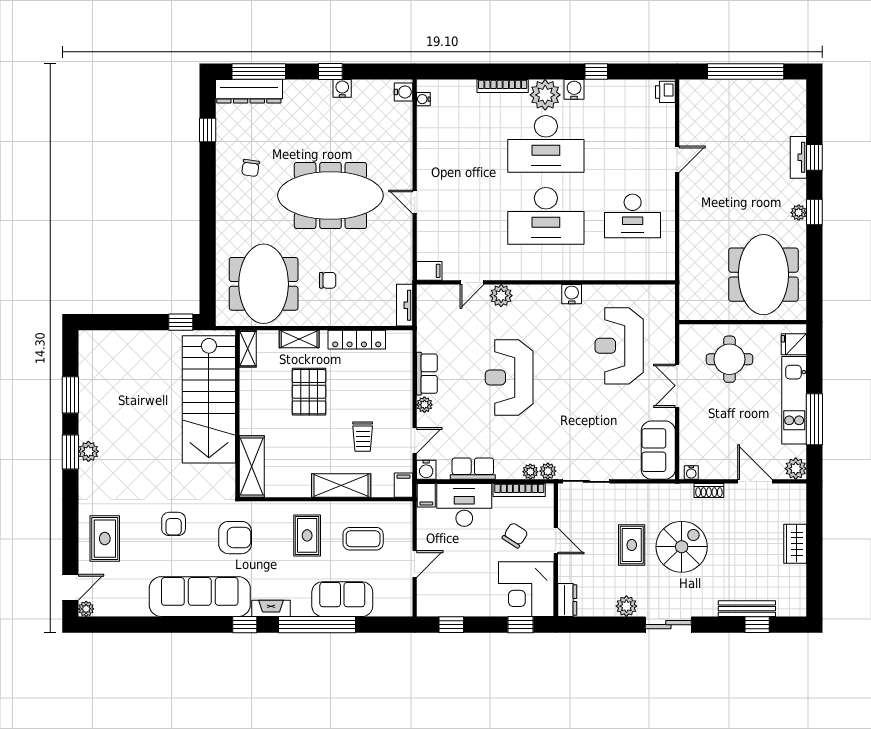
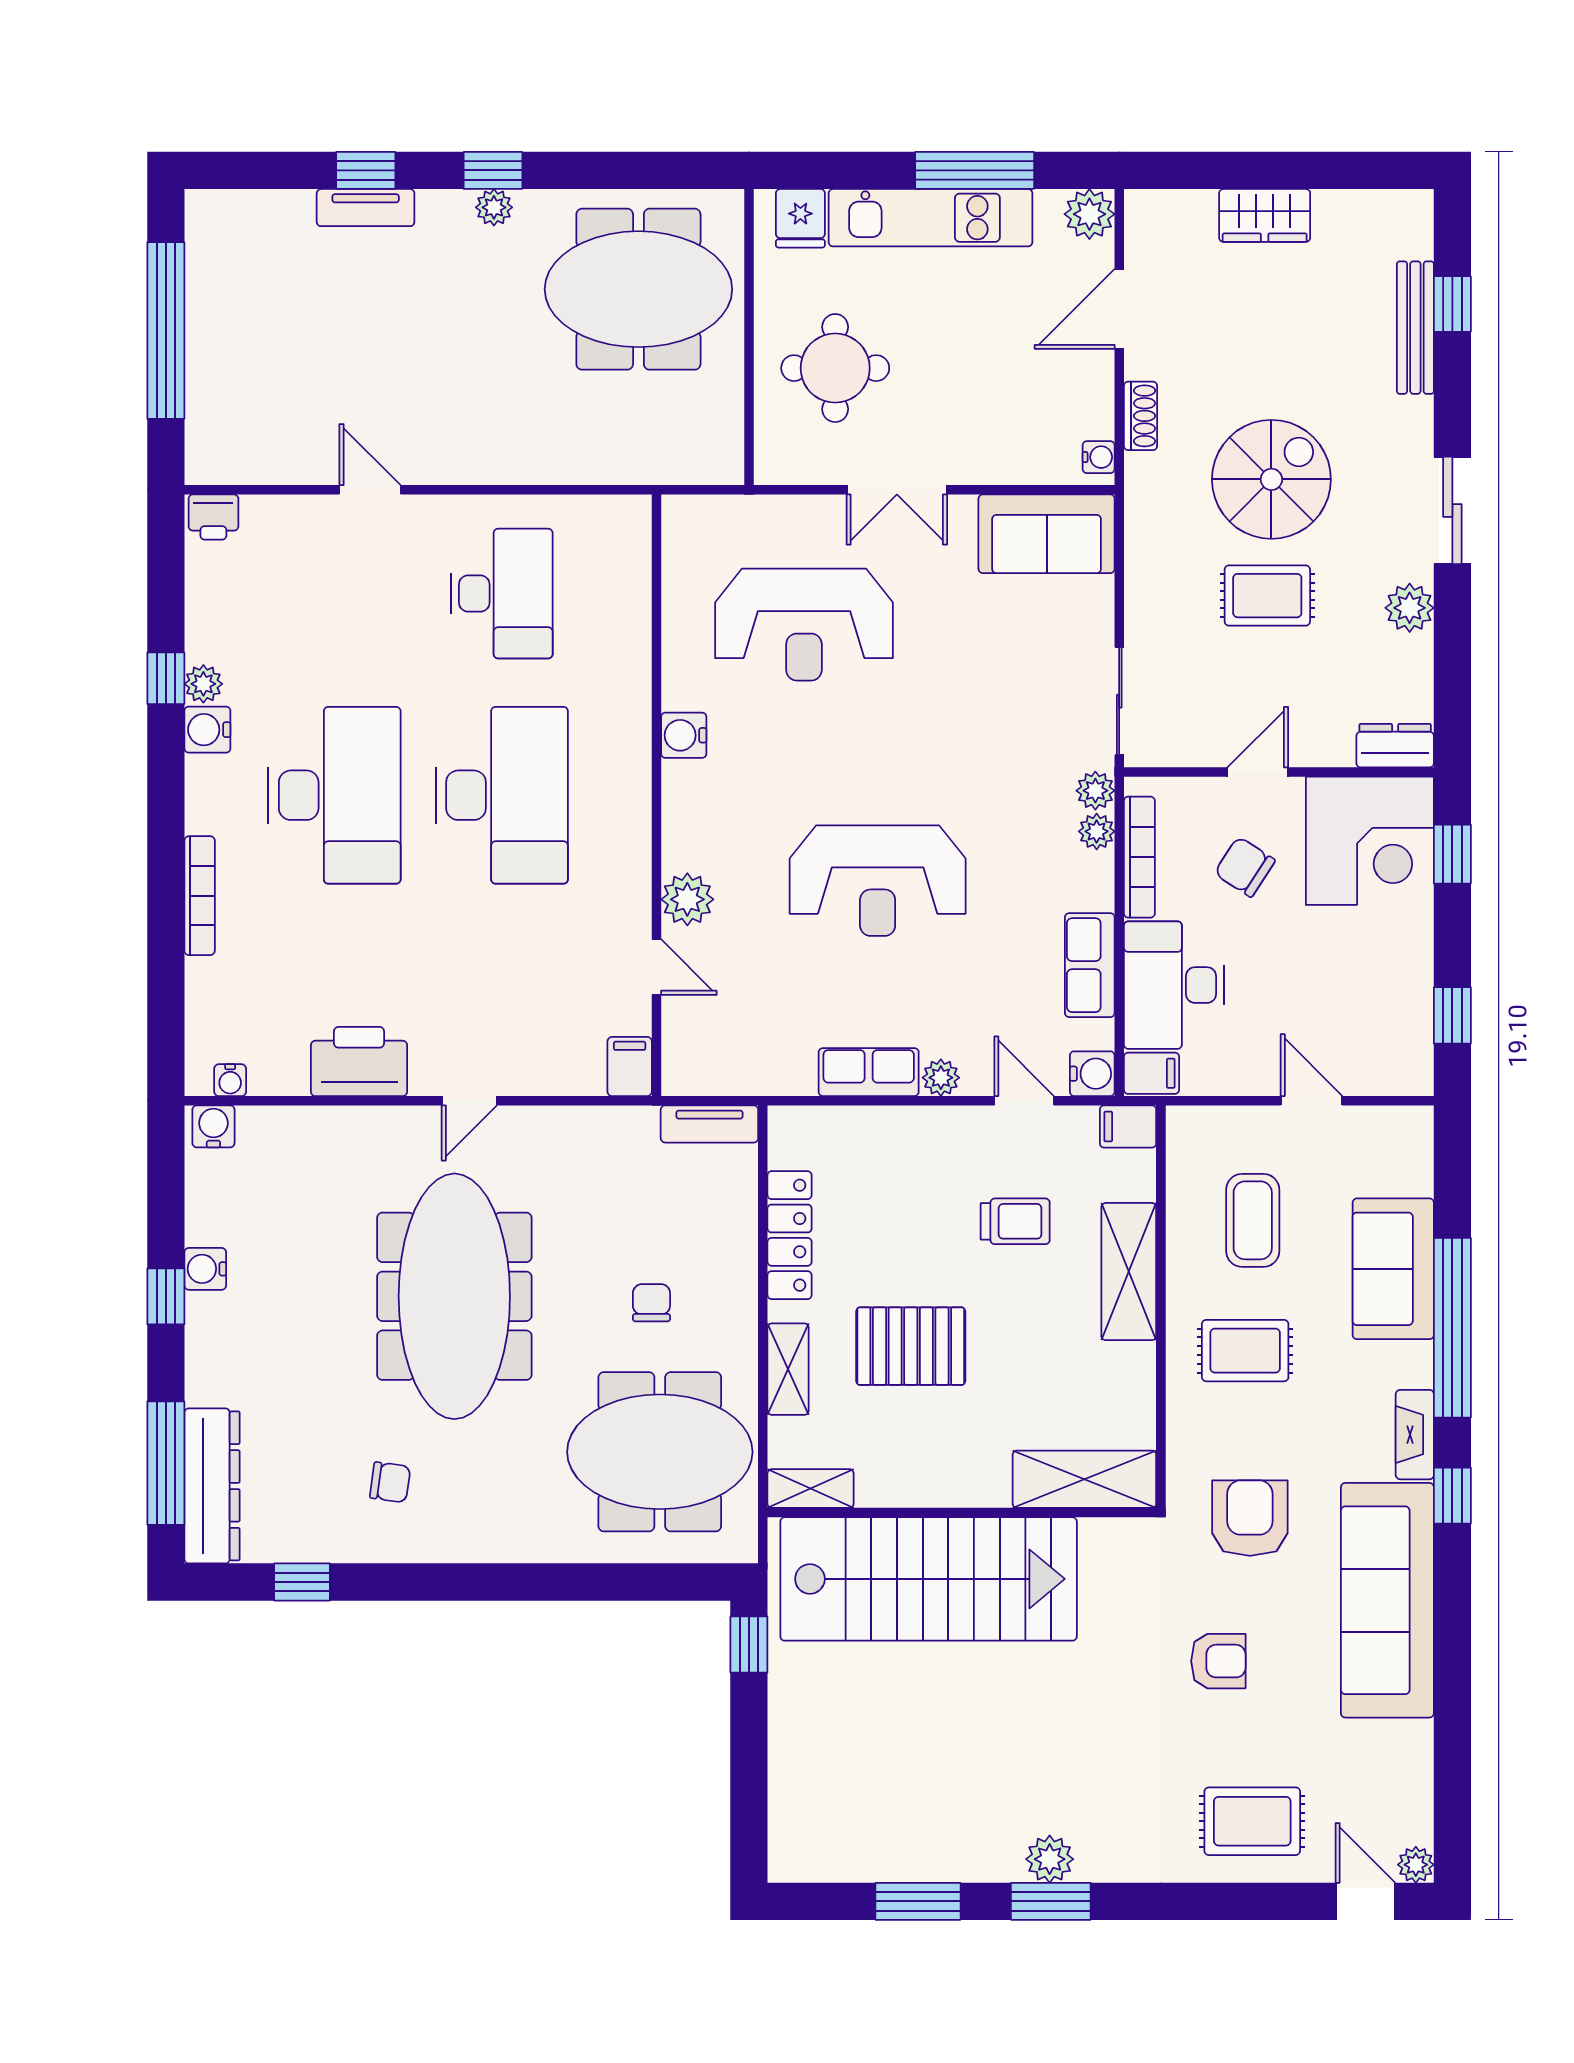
plant: (545, 95) -> (203, 684), moved, width x0.53, depth x0.53
printer: (431, 155) -> (359, 1061), added
spiral stairs: (682, 547) -> (1271, 479), turned 90

